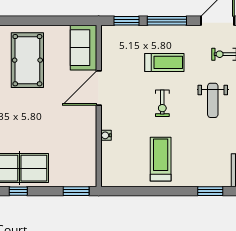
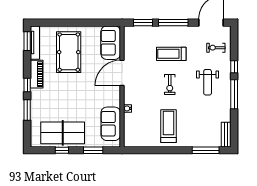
treadmill: (164, 62) -> (171, 54), turned 180
sofa: (84, 156) -> (111, 124), added
window: (76, 191) -> (93, 150), moved
window: (210, 191) -> (206, 150), width x1.44

